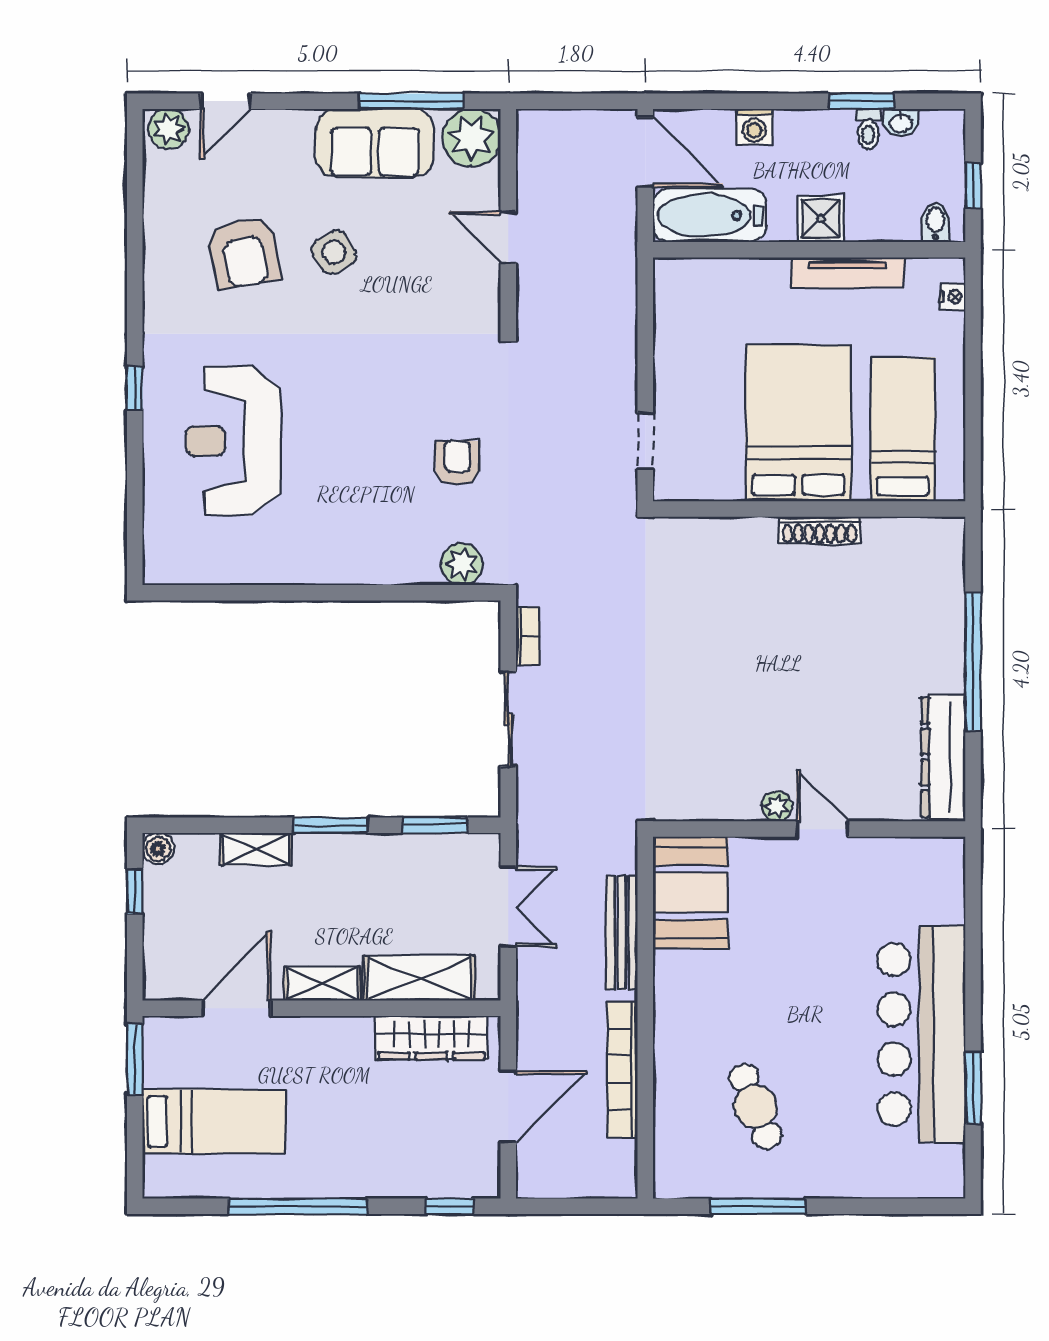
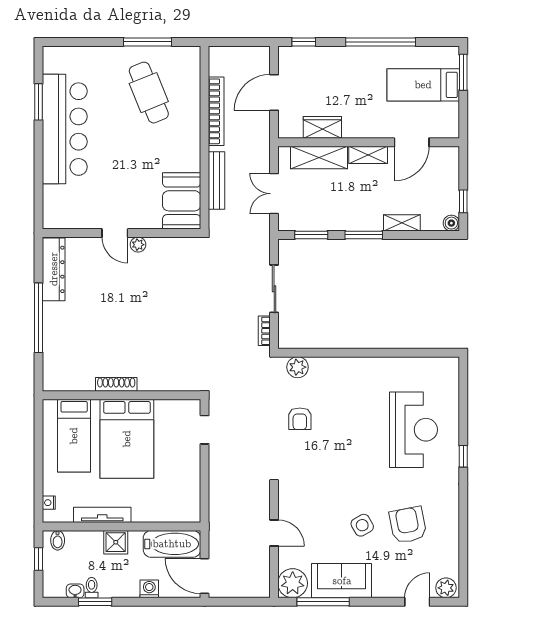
wardrobe: (431, 1038) -> (322, 127), width x0.67
window: (135, 1060) -> (463, 72), moved
cafe table: (755, 1106) -> (149, 93), width x1.37, depth x1.35

